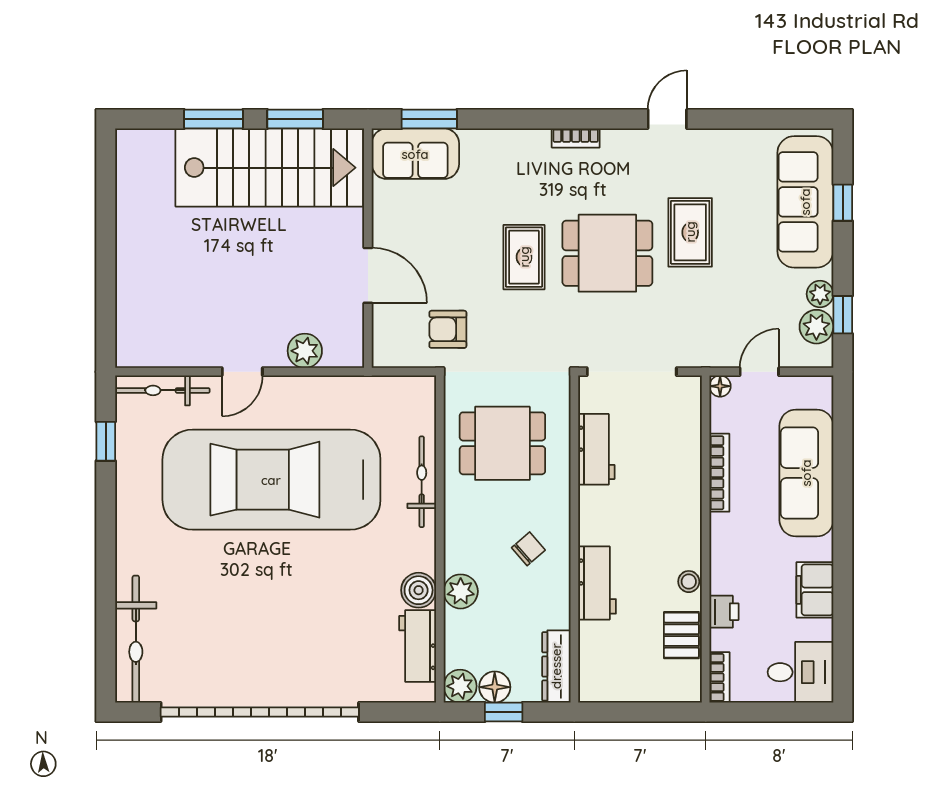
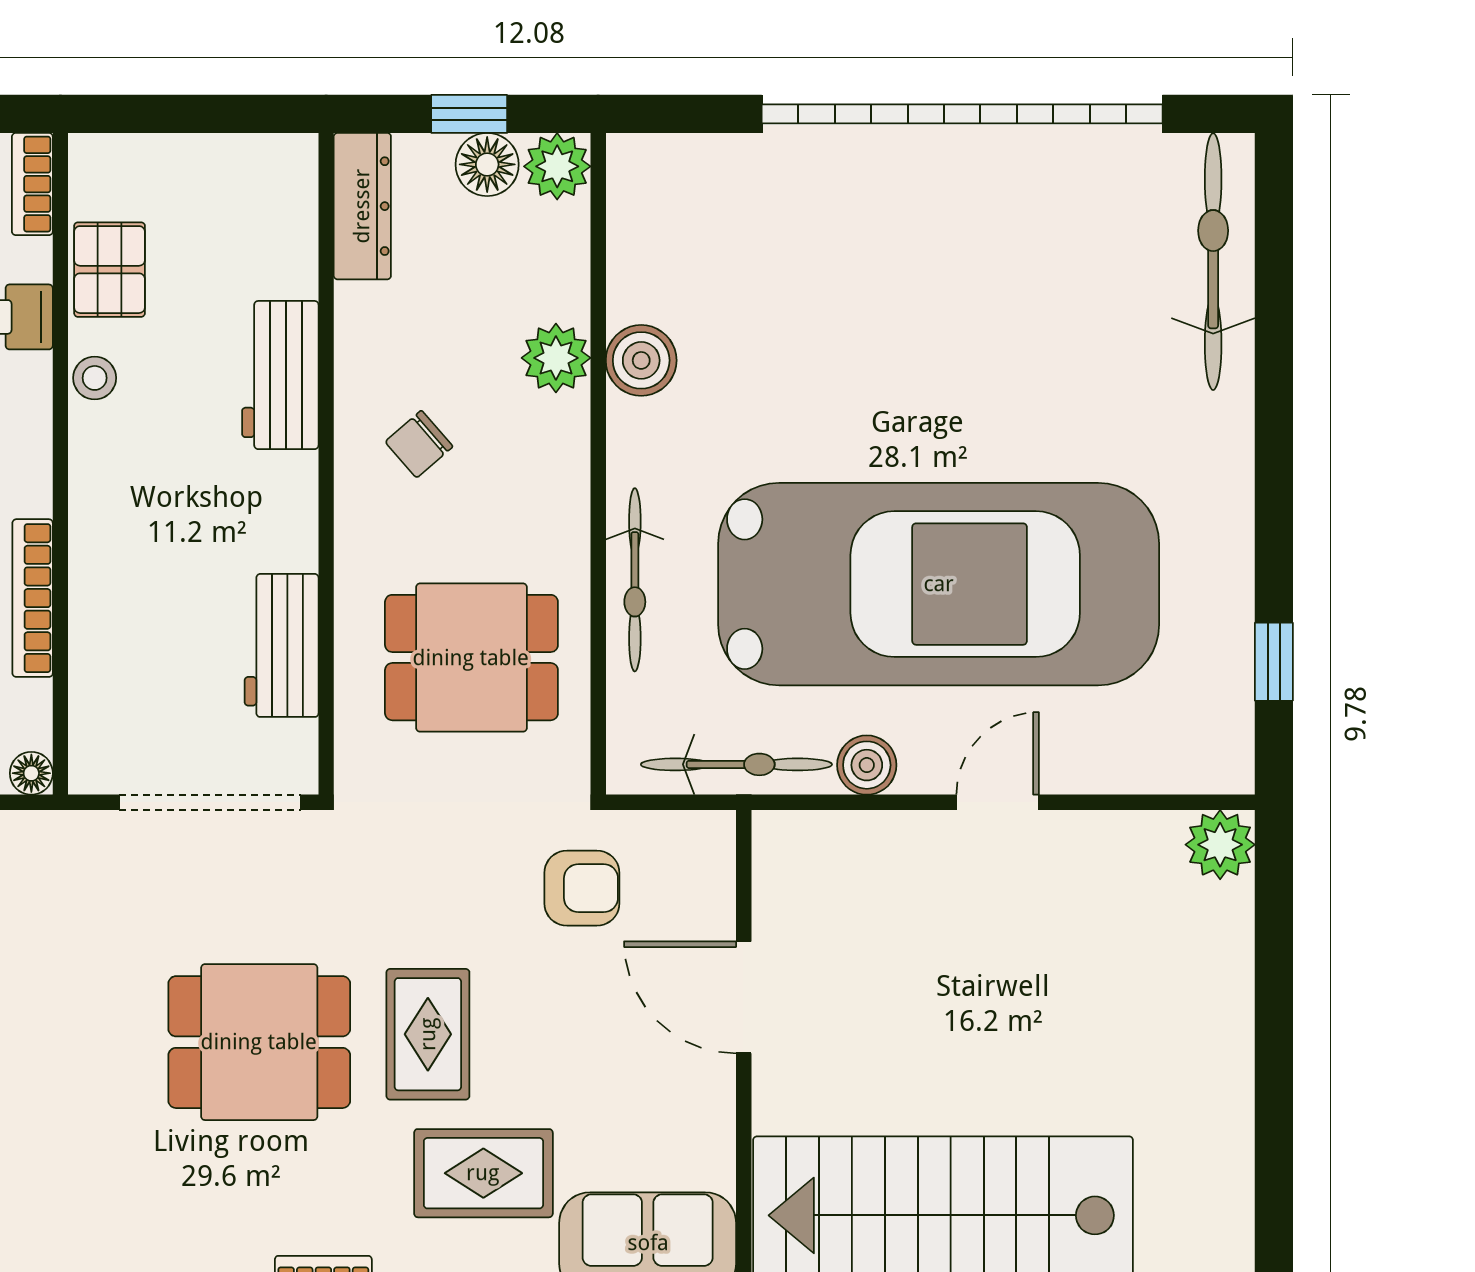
rug: (690, 232) -> (483, 1173), moved, turned 90
plant: (305, 351) -> (1220, 845), moved
bicycle: (162, 390) -> (736, 764), moved
boiler: (307, 390) -> (867, 765), added
workbench: (418, 646) -> (643, 248), removed

